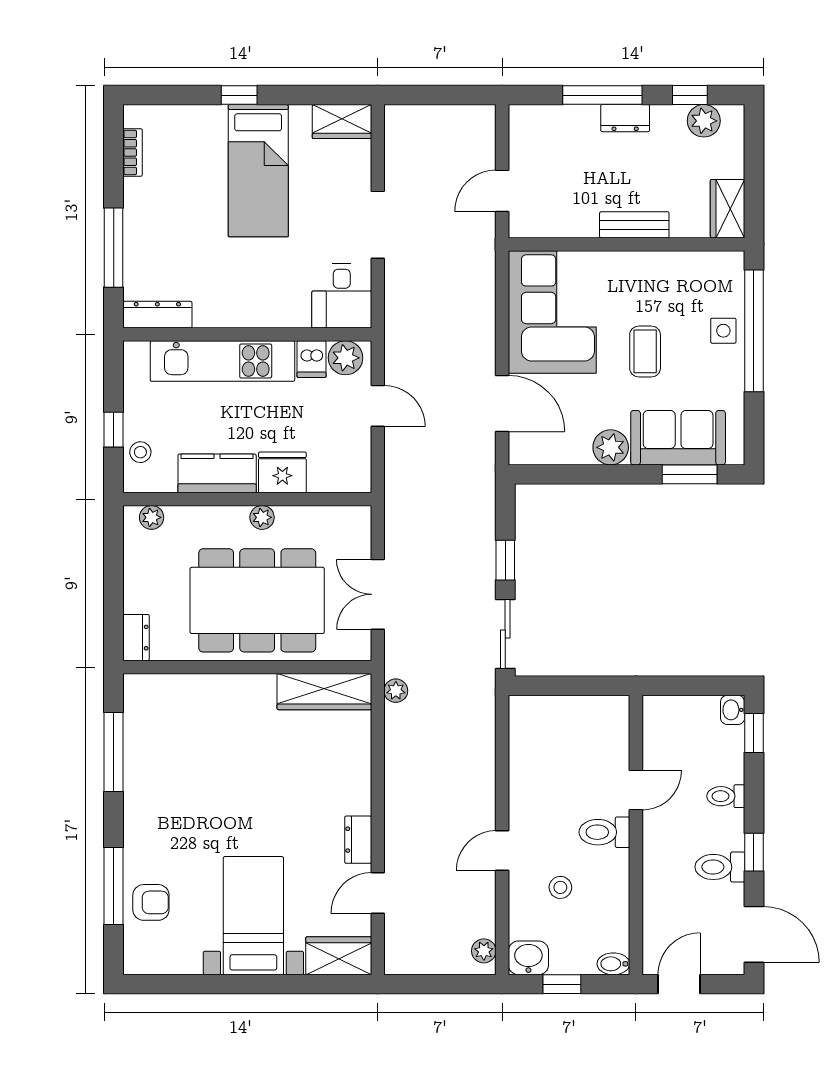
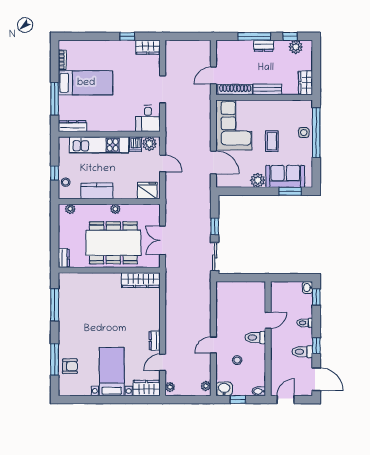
window: (239, 95) -> (127, 36), moved
bed: (258, 171) -> (86, 83), moved, turned -90
shoe rack: (555, 225) -> (235, 90), added
fridge: (282, 472) -> (147, 191), moved
plant: (396, 691) -> (170, 387), moved

